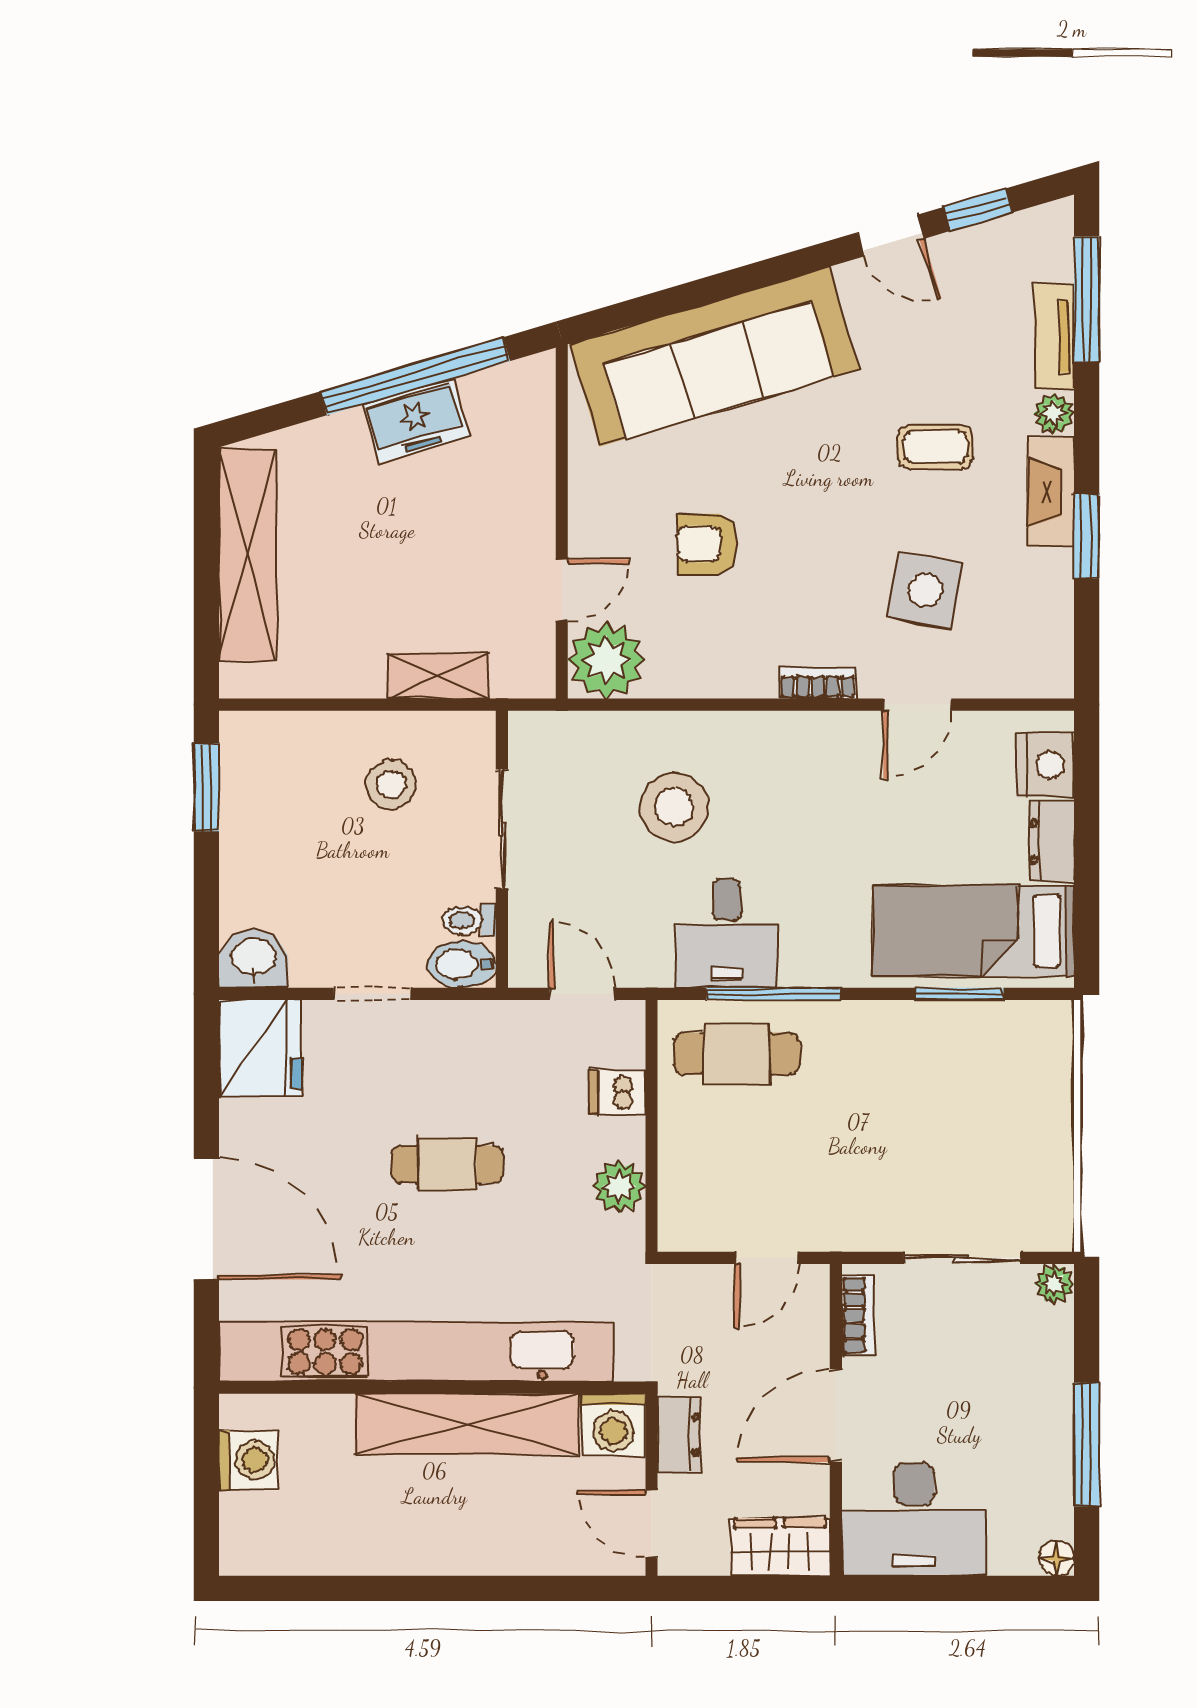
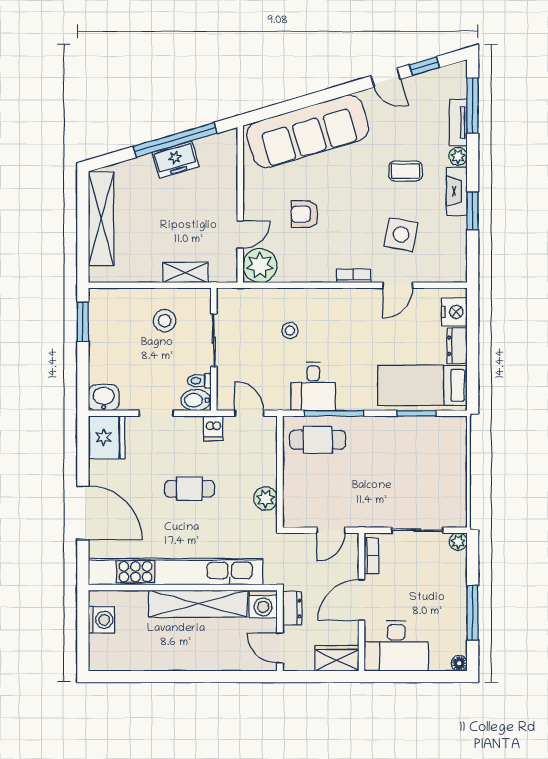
stool: (674, 807) -> (290, 330), width x0.53, depth x0.53
dishwasher: (617, 1092) -> (213, 428), moved, turned -90

